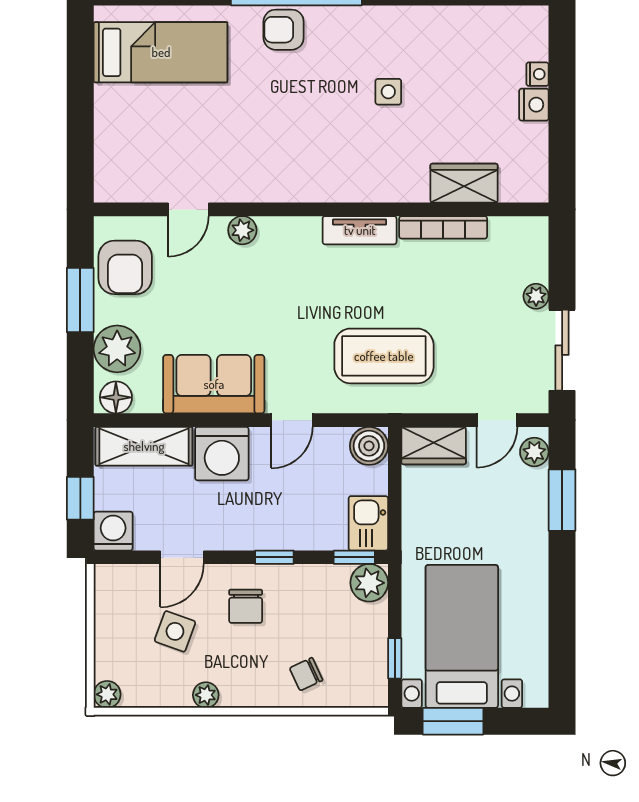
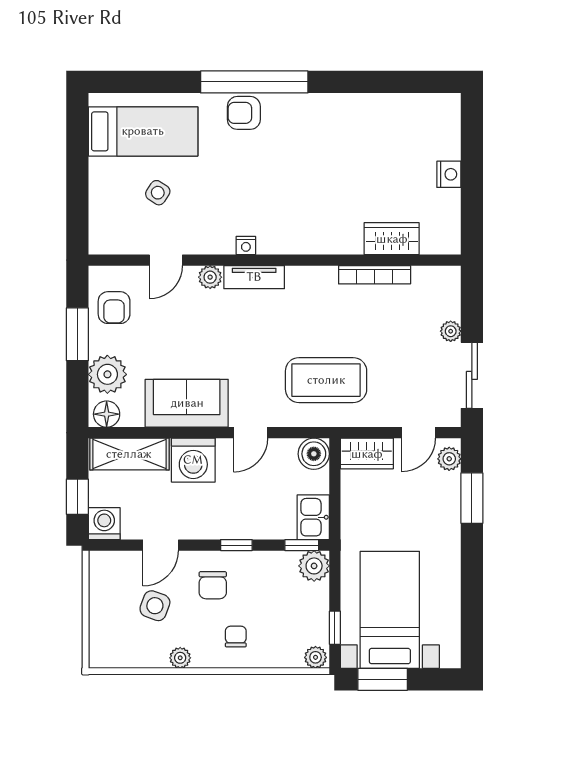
nightstand: (537, 74) -> (246, 245), moved, turned 90
side table: (388, 92) -> (158, 193), moved, turned 33
tv unit: (360, 230) -> (254, 277), moved
armchair: (125, 267) -> (114, 308), width x0.72, depth x0.72
chair: (306, 674) -> (236, 637), moved, turned 115
plant: (107, 694) -> (316, 657), moved

